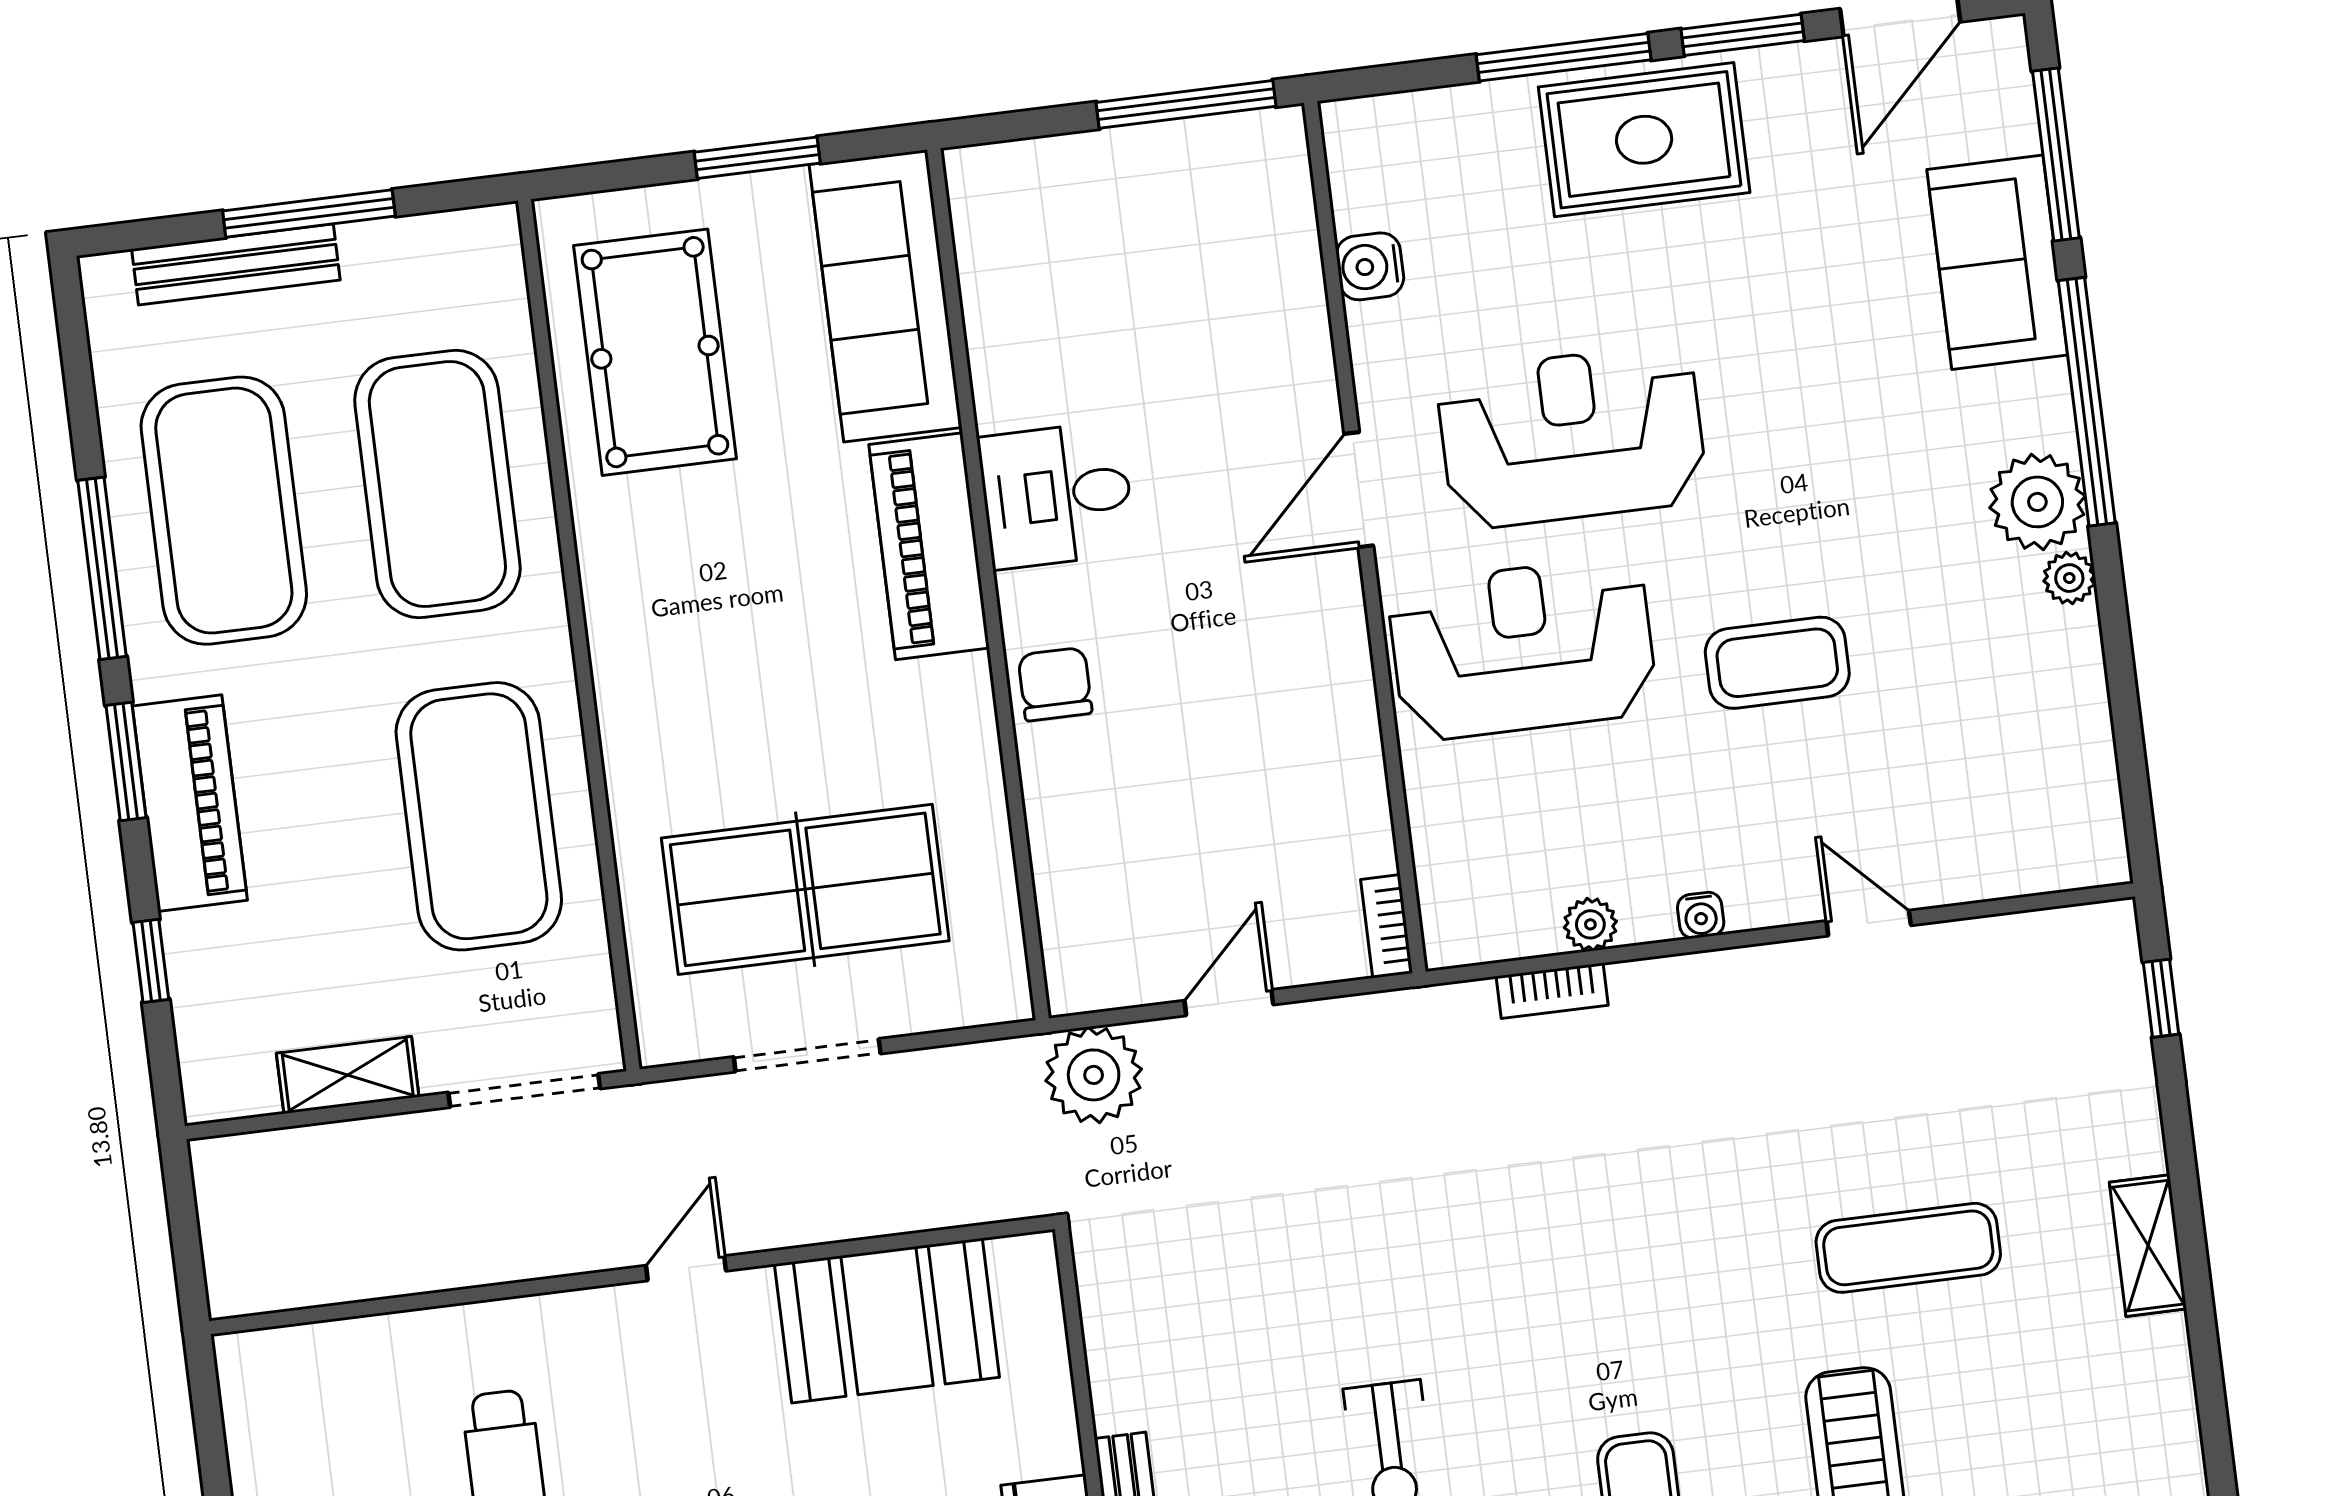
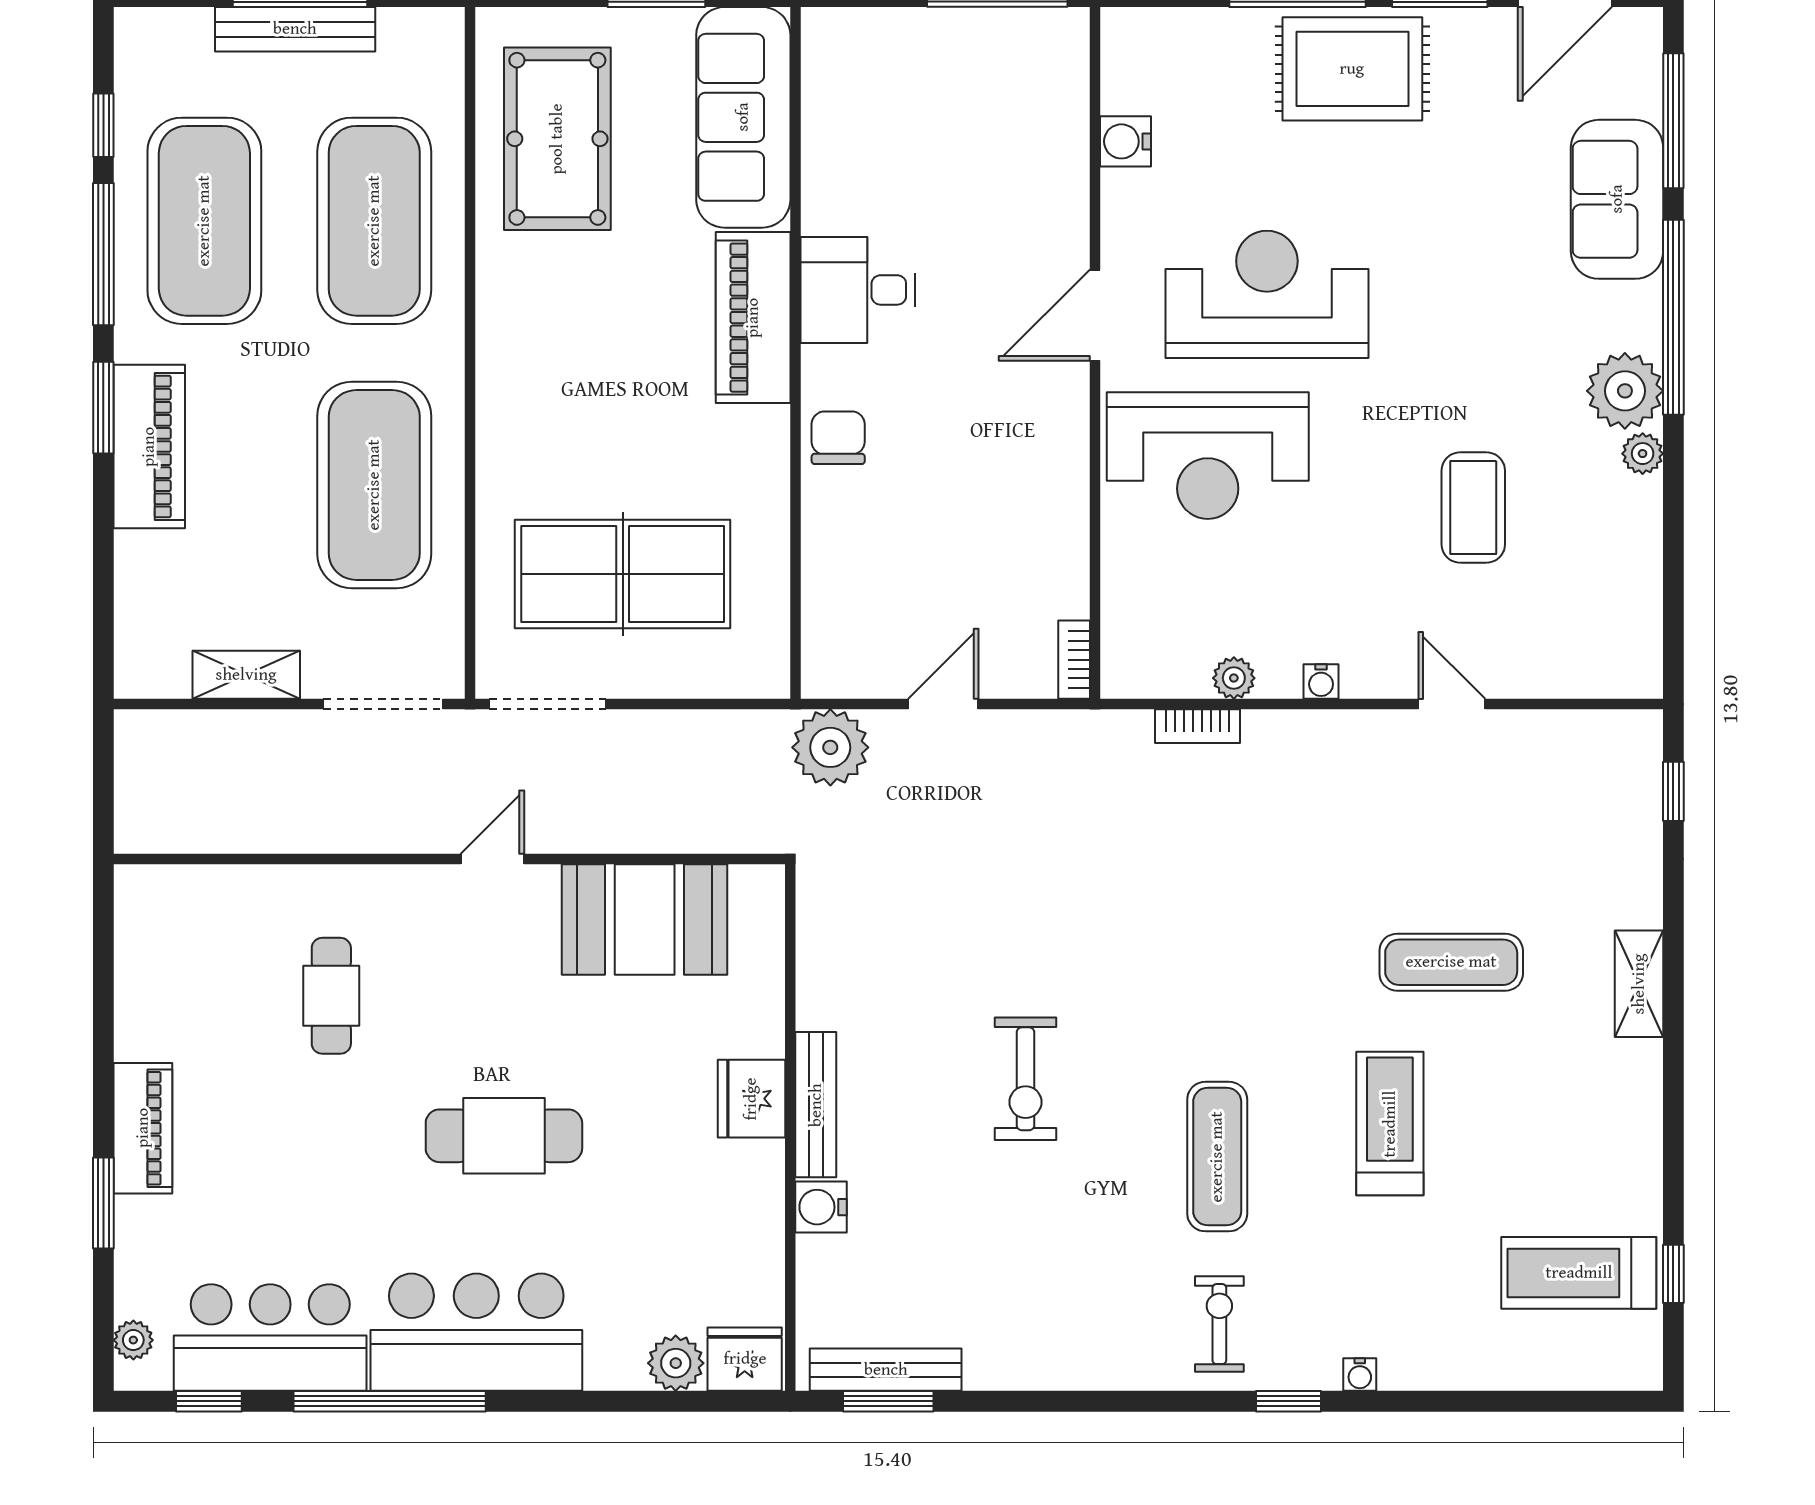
bench: (236, 264) -> (295, 29), moved
reception desk: (1523, 649) -> (1208, 456), turned 180
coffee table: (1777, 663) -> (1473, 507), moved, turned 90
window: (151, 961) -> (103, 125), moved
doorway: (807, 1055) -> (547, 704), moved

